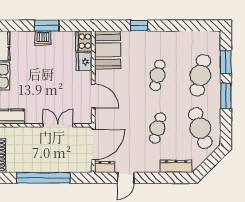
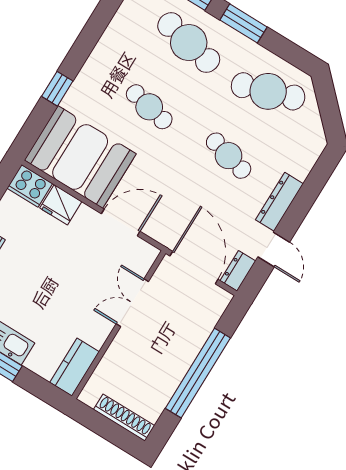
booth: (107, 50) -> (80, 157), width x1.36, depth x1.42
dresser: (176, 166) -> (279, 202), moved

